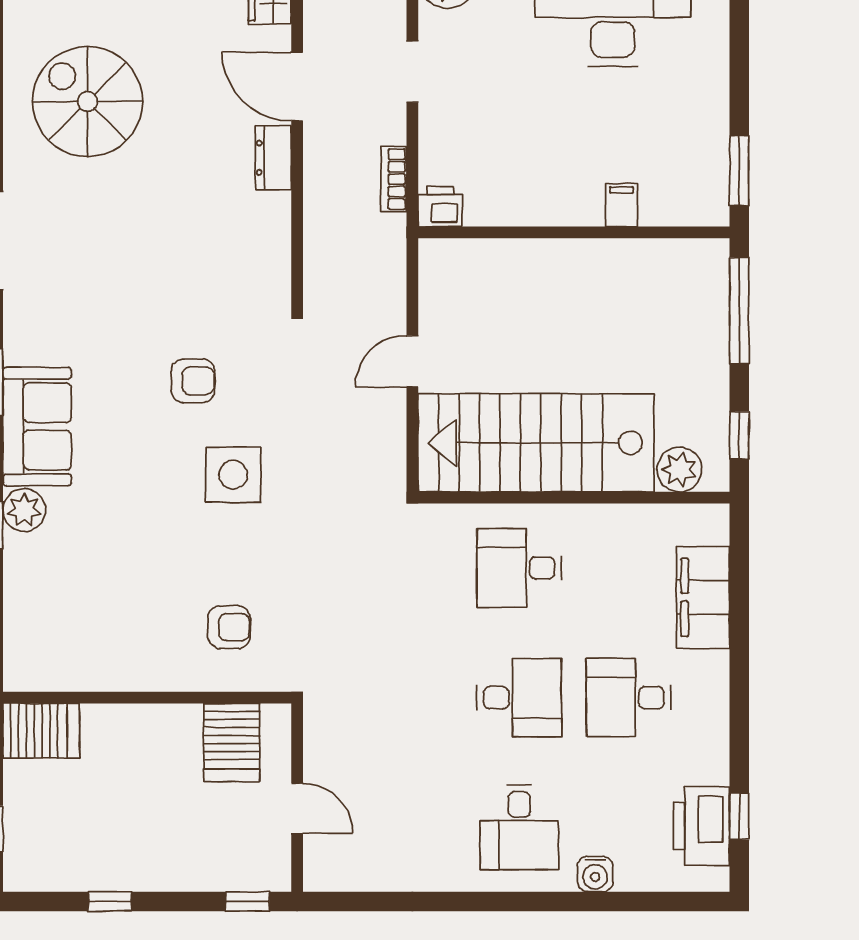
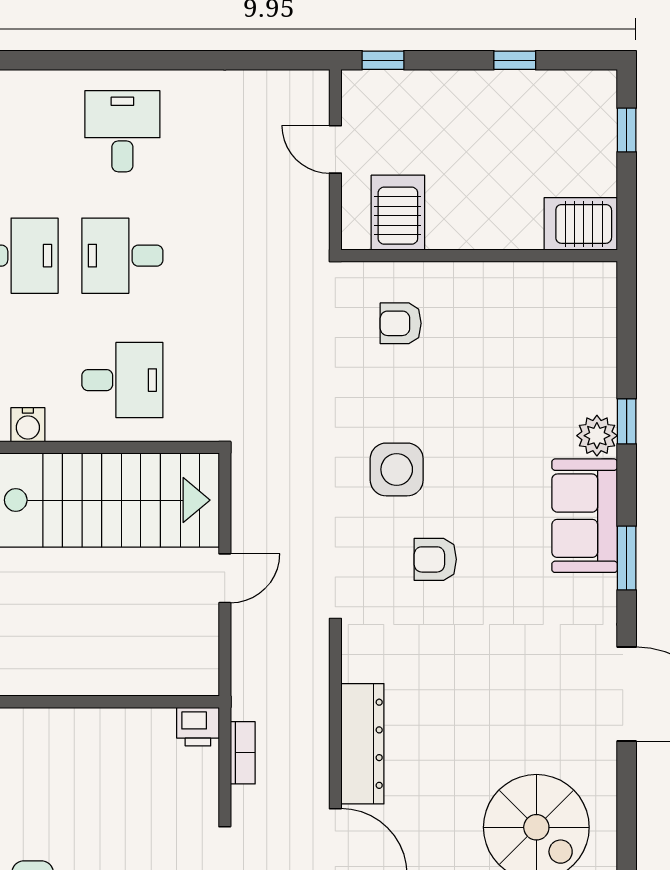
dresser: (273, 158) -> (362, 744), width x1.96, depth x1.24
filing cabinet: (621, 205) -> (24, 728), removed
water cooler: (595, 874) -> (28, 425), moved, turned 180

